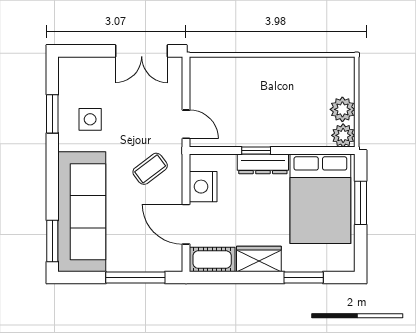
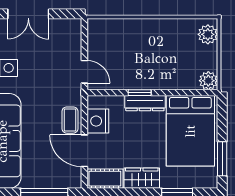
double door: (142, 51) -> (28, 14), moved
plant: (342, 109) -> (208, 34), moved
coffee table: (150, 169) -> (70, 120), moved, turned -53
window: (361, 203) -> (222, 159), moved

